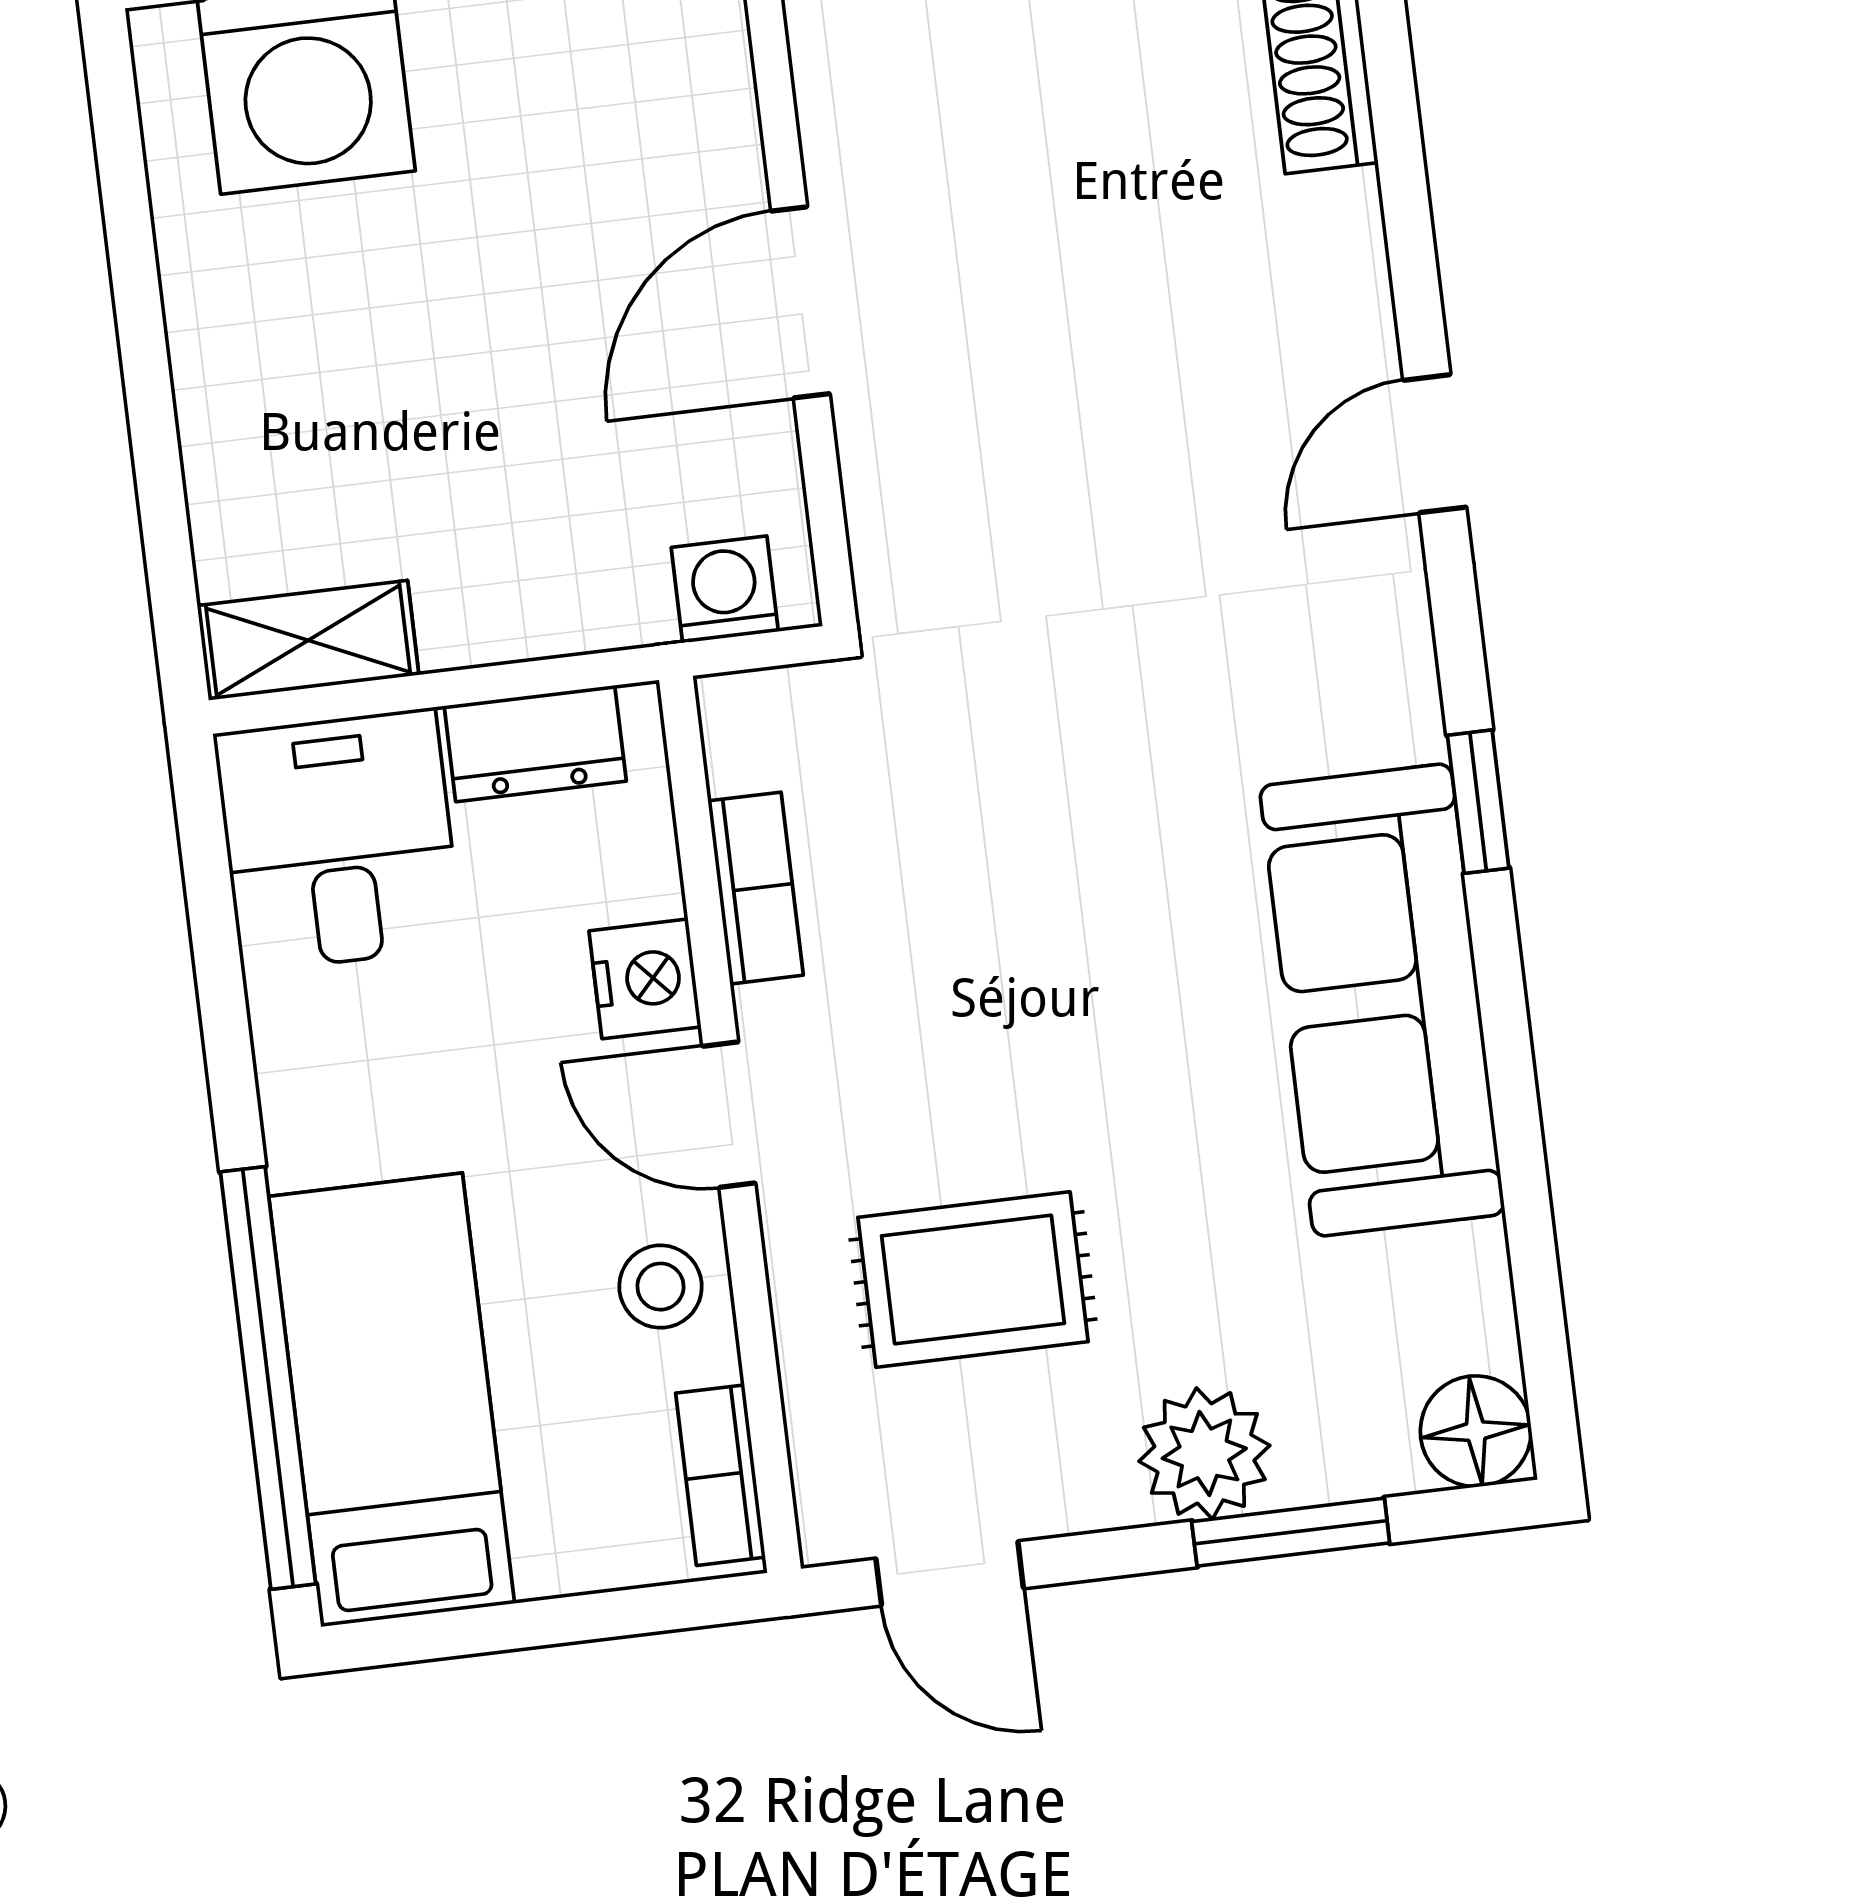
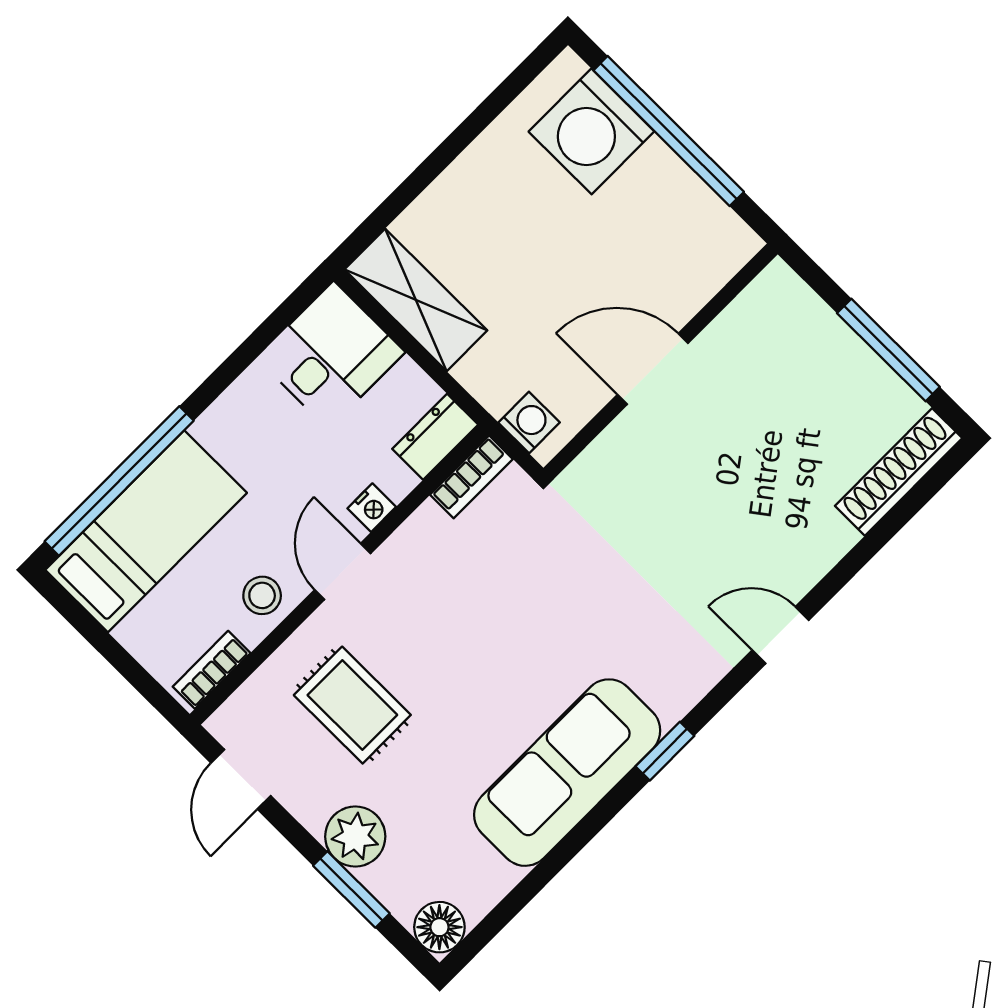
shelving: (308, 640) -> (416, 300), width x1.50, depth x1.33
dresser: (535, 744) -> (435, 437), moved, turned 90
bookcase: (756, 888) -> (471, 477), moved
nightstand: (645, 979) -> (372, 508), width x0.72, depth x0.74

